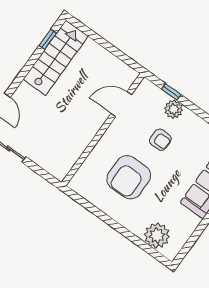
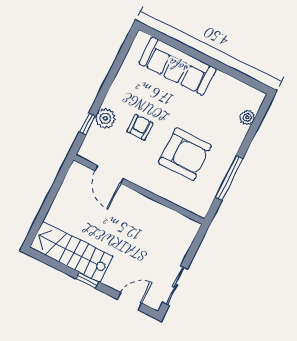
window: (48, 39) -> (87, 280), moved
window: (100, 214) -> (229, 178), added
plant: (157, 236) -> (247, 117), width x0.53, depth x0.53

